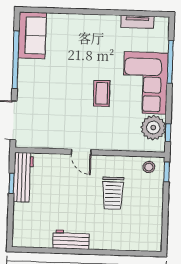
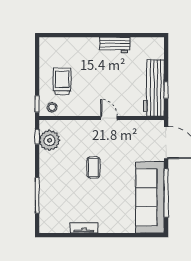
tv unit: (137, 22) -> (84, 228), moved
sofa: (32, 35) -> (150, 197), width x1.85, depth x1.27
corner sofa: (145, 83) -> (57, 177), removed
workbench: (23, 177) -> (154, 88), width x1.36, depth x1.32
trolley: (113, 193) -> (62, 81), moved

